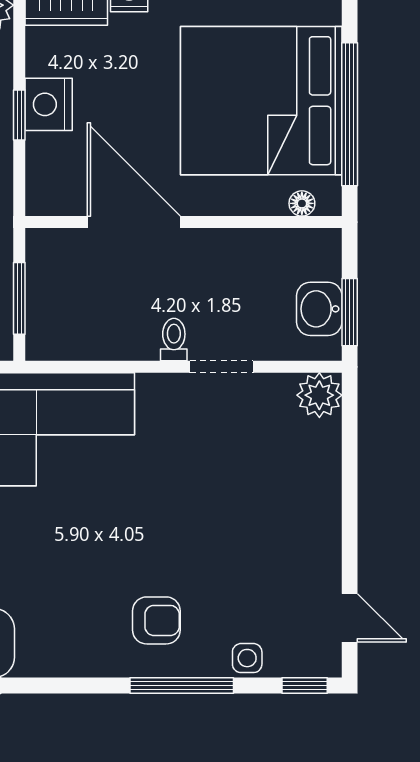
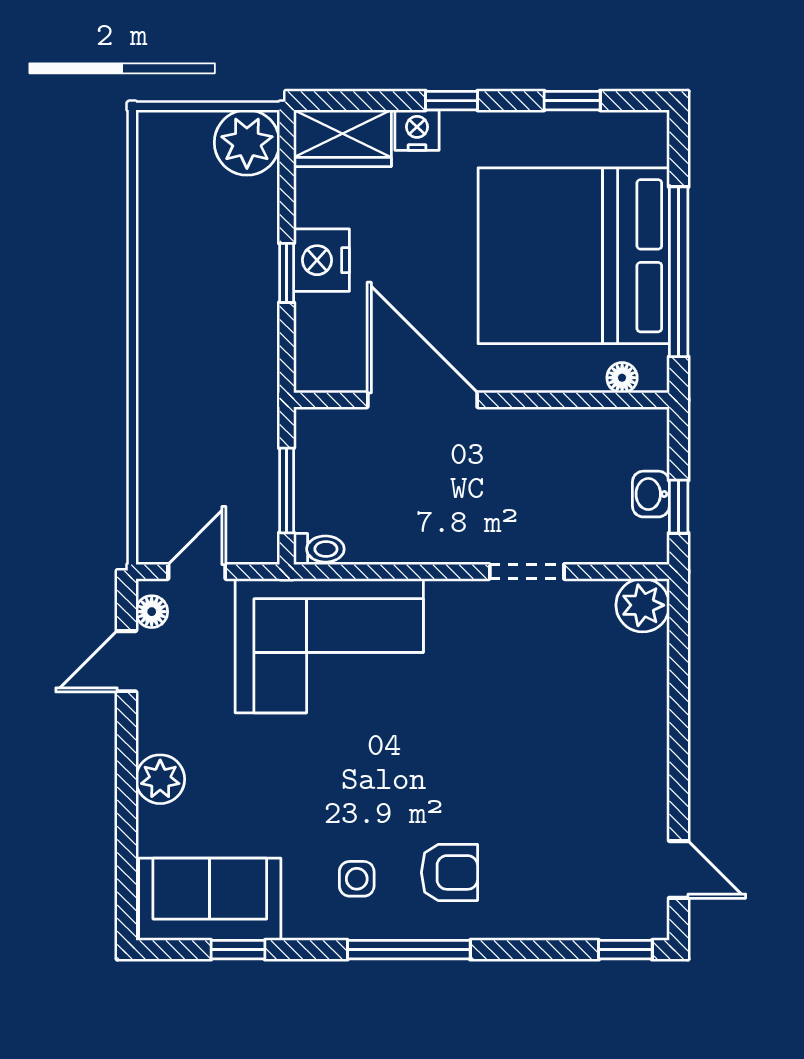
washbasin: (319, 309) -> (651, 494), width x0.72, depth x0.69
window: (350, 312) -> (679, 507), width x0.67
toilet: (174, 340) -> (319, 549), moved, turned 90
side table: (247, 658) -> (357, 879), moved
window: (182, 686) -> (409, 950), moved

